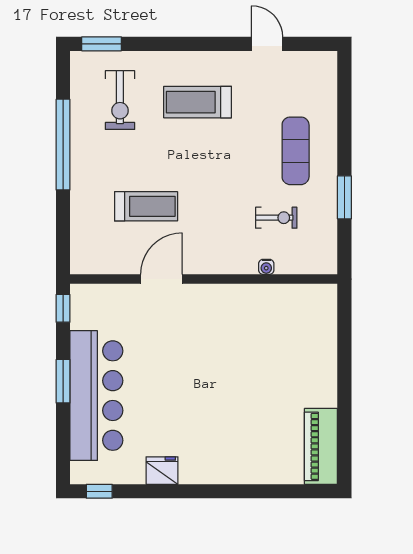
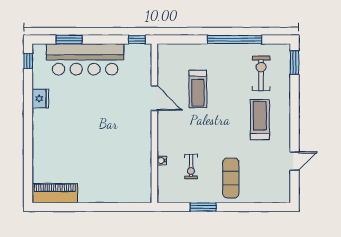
exercise bike: (120, 100) -> (261, 73), turned 90
exercise mat: (296, 151) -> (231, 178), turned 90
window: (63, 381) -> (69, 40), moved

